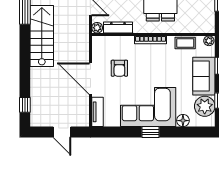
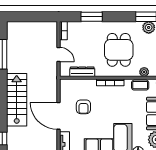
plant: (97, 28) -> (144, 72), moved
stairs: (42, 36) -> (17, 100), moved

